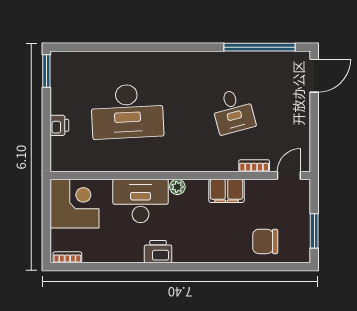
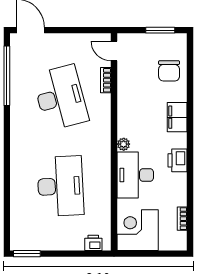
desk: (233, 111) -> (60, 98), width x1.87, depth x1.30
printer: (59, 125) -> (93, 243), moved
filing cabinet: (226, 191) -> (177, 117), moved, turned 180
bookcase: (67, 257) -> (182, 219), moved

